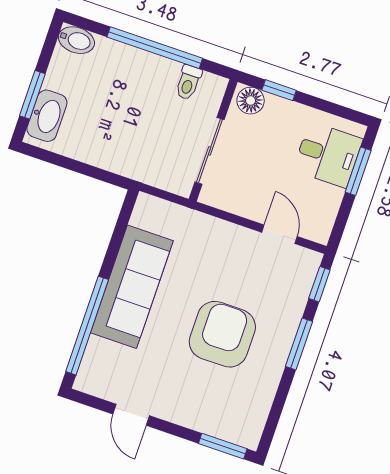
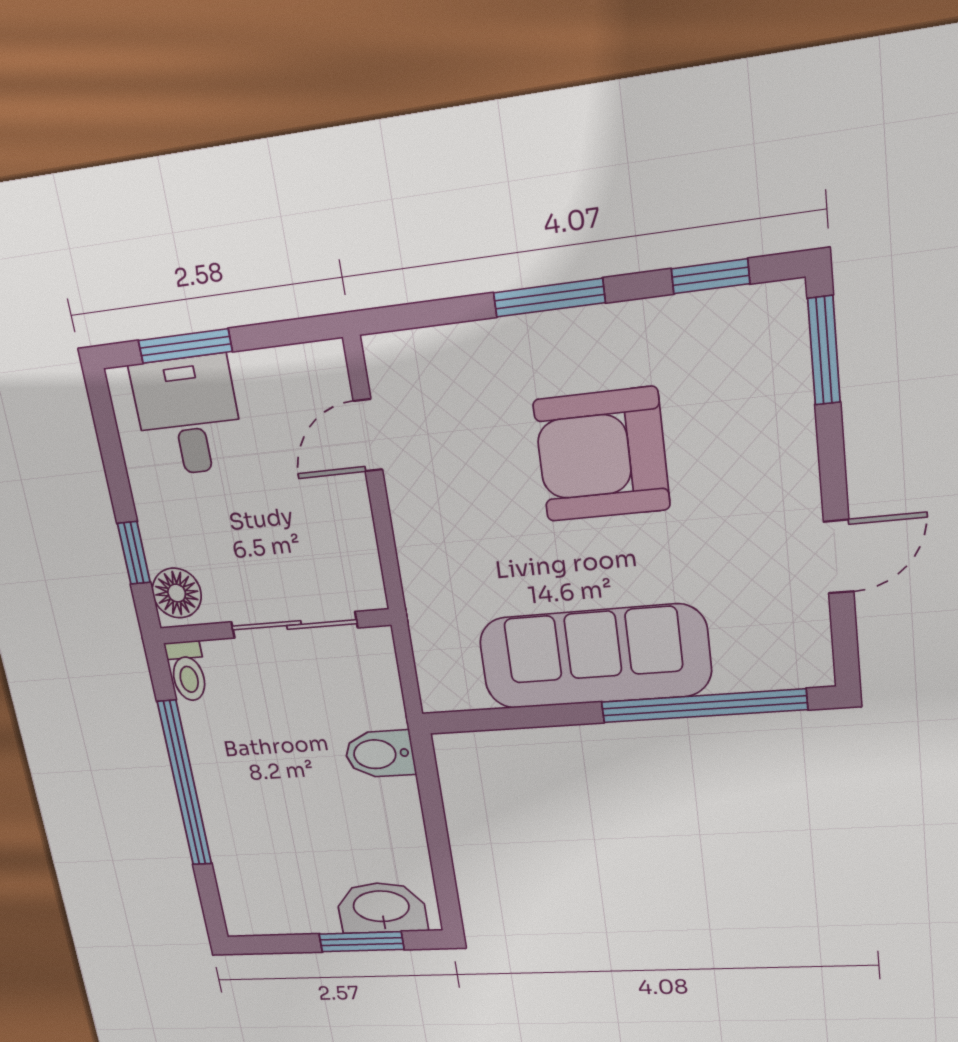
bidet: (76, 40) -> (379, 754), moved, turned -90
toilet: (188, 82) -> (187, 671), moved, turned 90
window: (319, 284) -> (711, 276), moved

